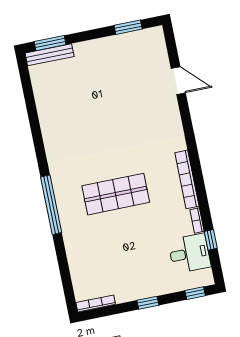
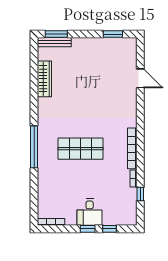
wardrobe: (46, 108) -> (44, 79), added
desk: (189, 253) -> (90, 212), moved, turned 90
window: (195, 293) -> (109, 229), moved

